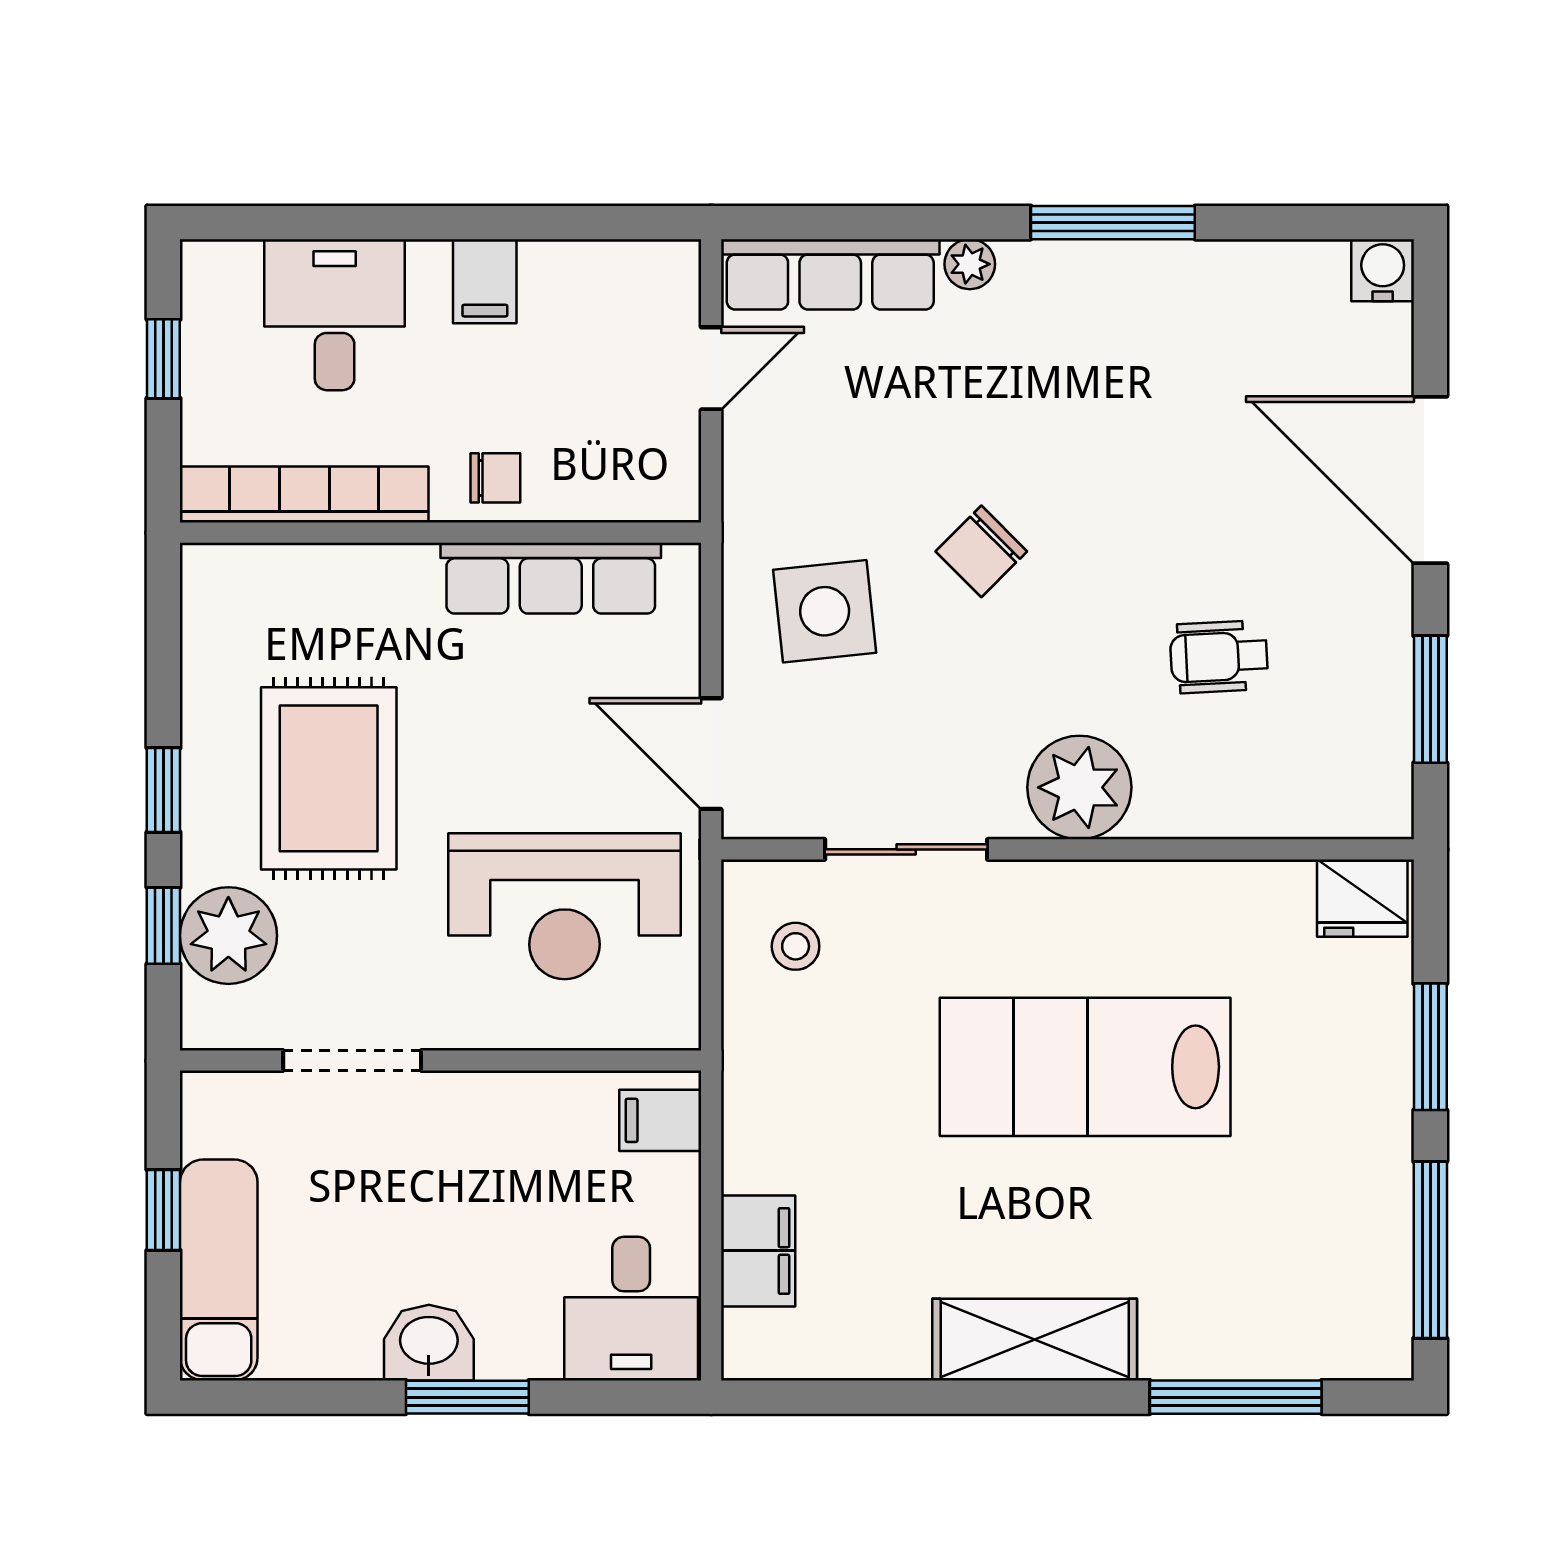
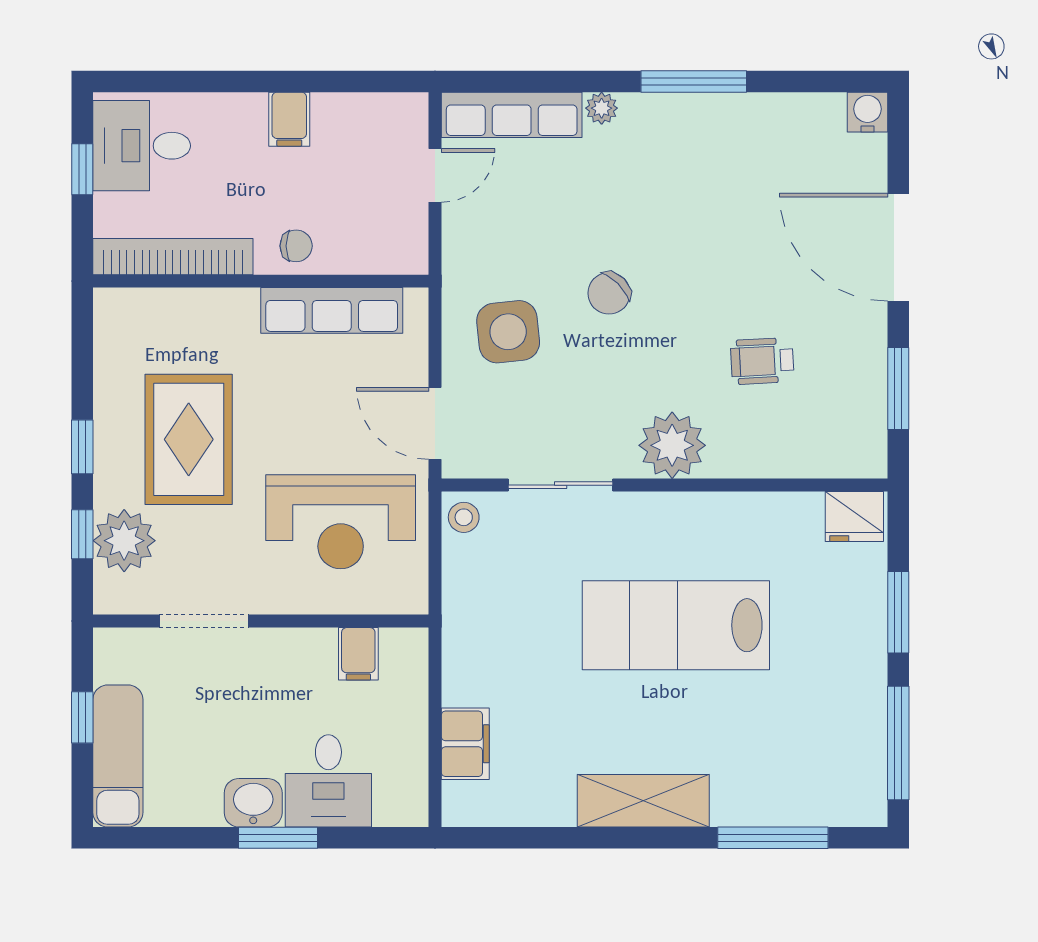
desk: (335, 315) -> (142, 146), moved, turned -90
stool: (796, 946) -> (464, 517), moved
filing cabinet: (660, 1120) -> (358, 654), moved, turned -90
desk: (631, 1309) -> (328, 781), moved

